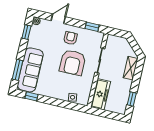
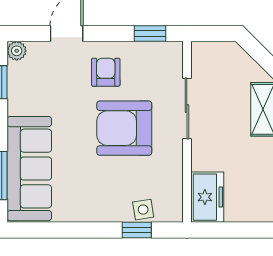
armchair: (73, 63) -> (124, 128), turned 90
freezer: (101, 94) -> (207, 197), width x0.71
window: (32, 96) -> (137, 230), moved

